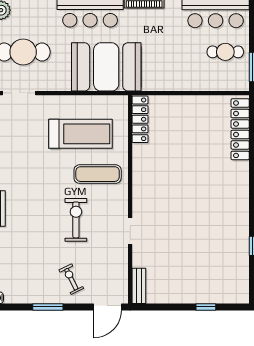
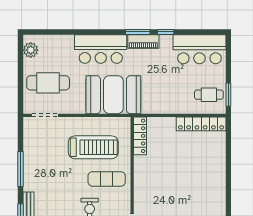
cafe table: (225, 52) -> (209, 95), moved
locker: (240, 129) -> (201, 124), moved, turned -90

